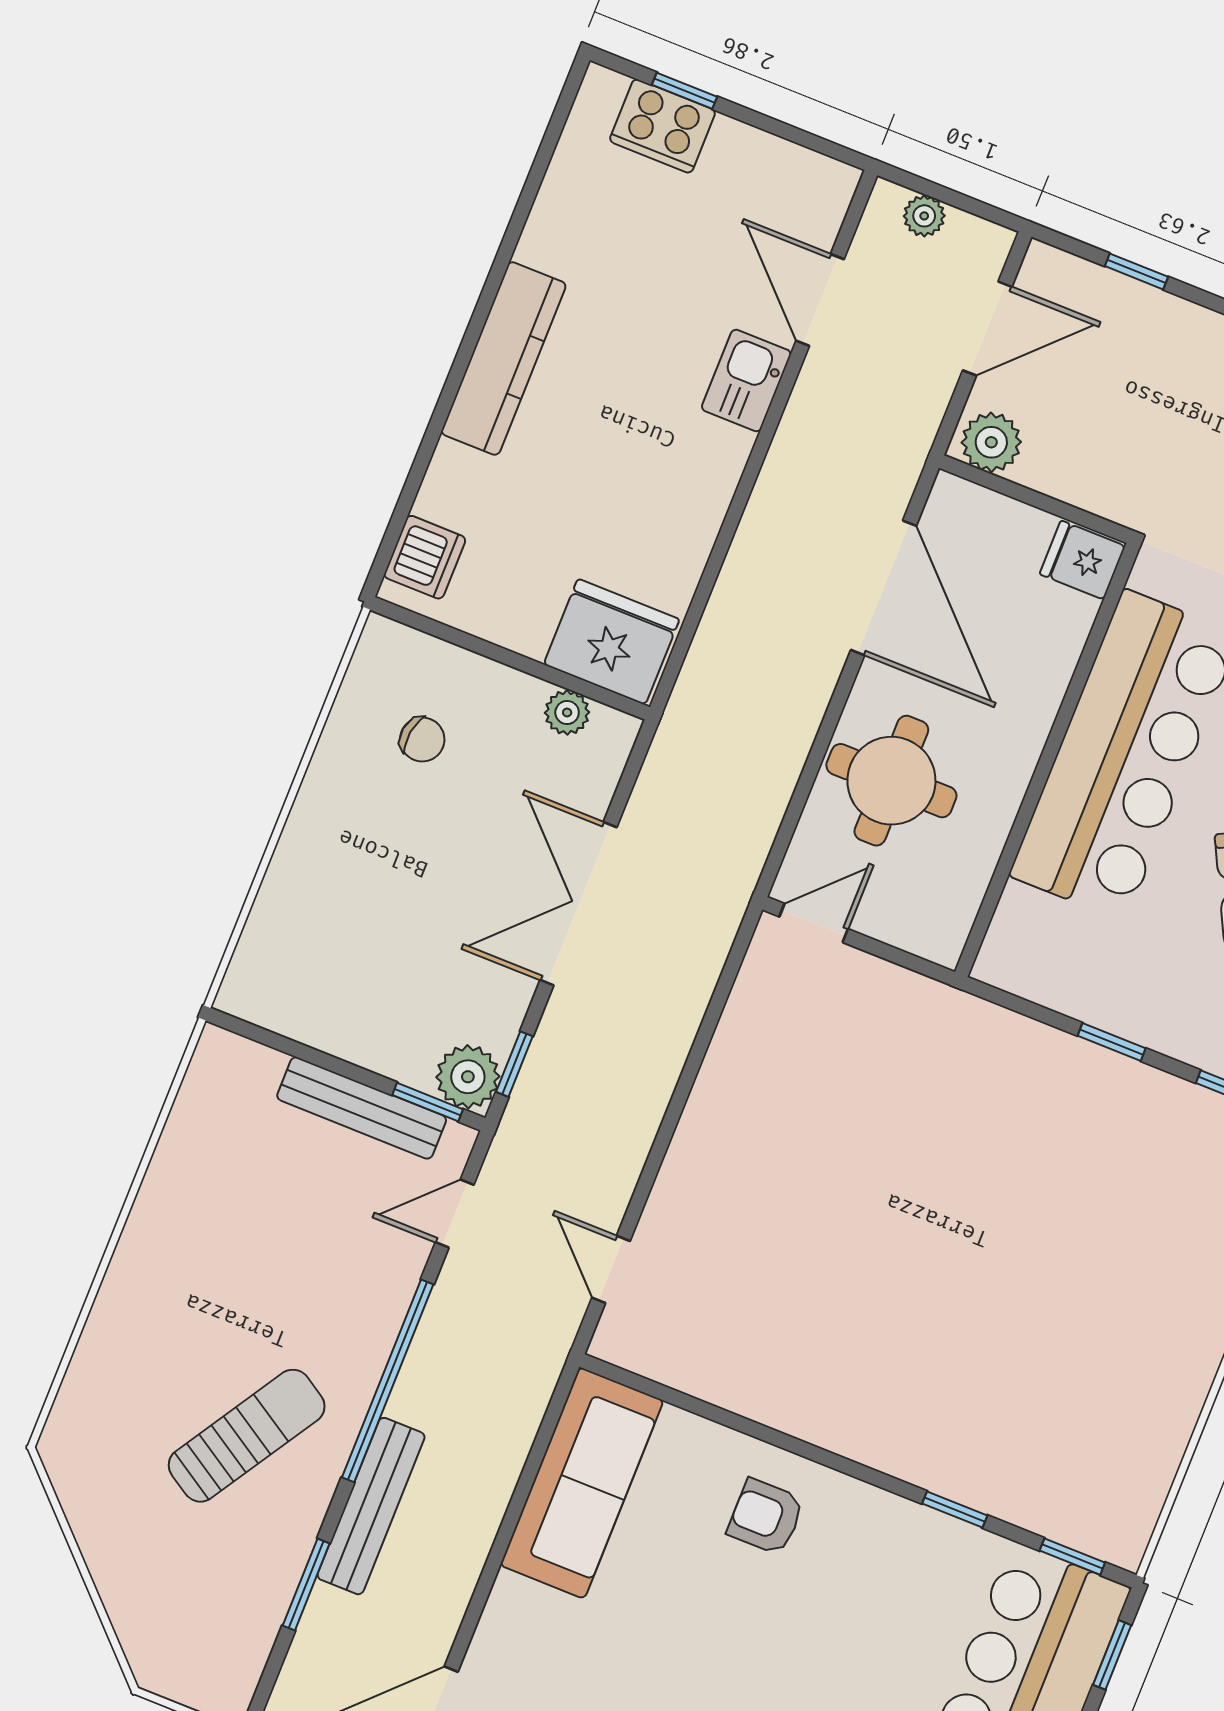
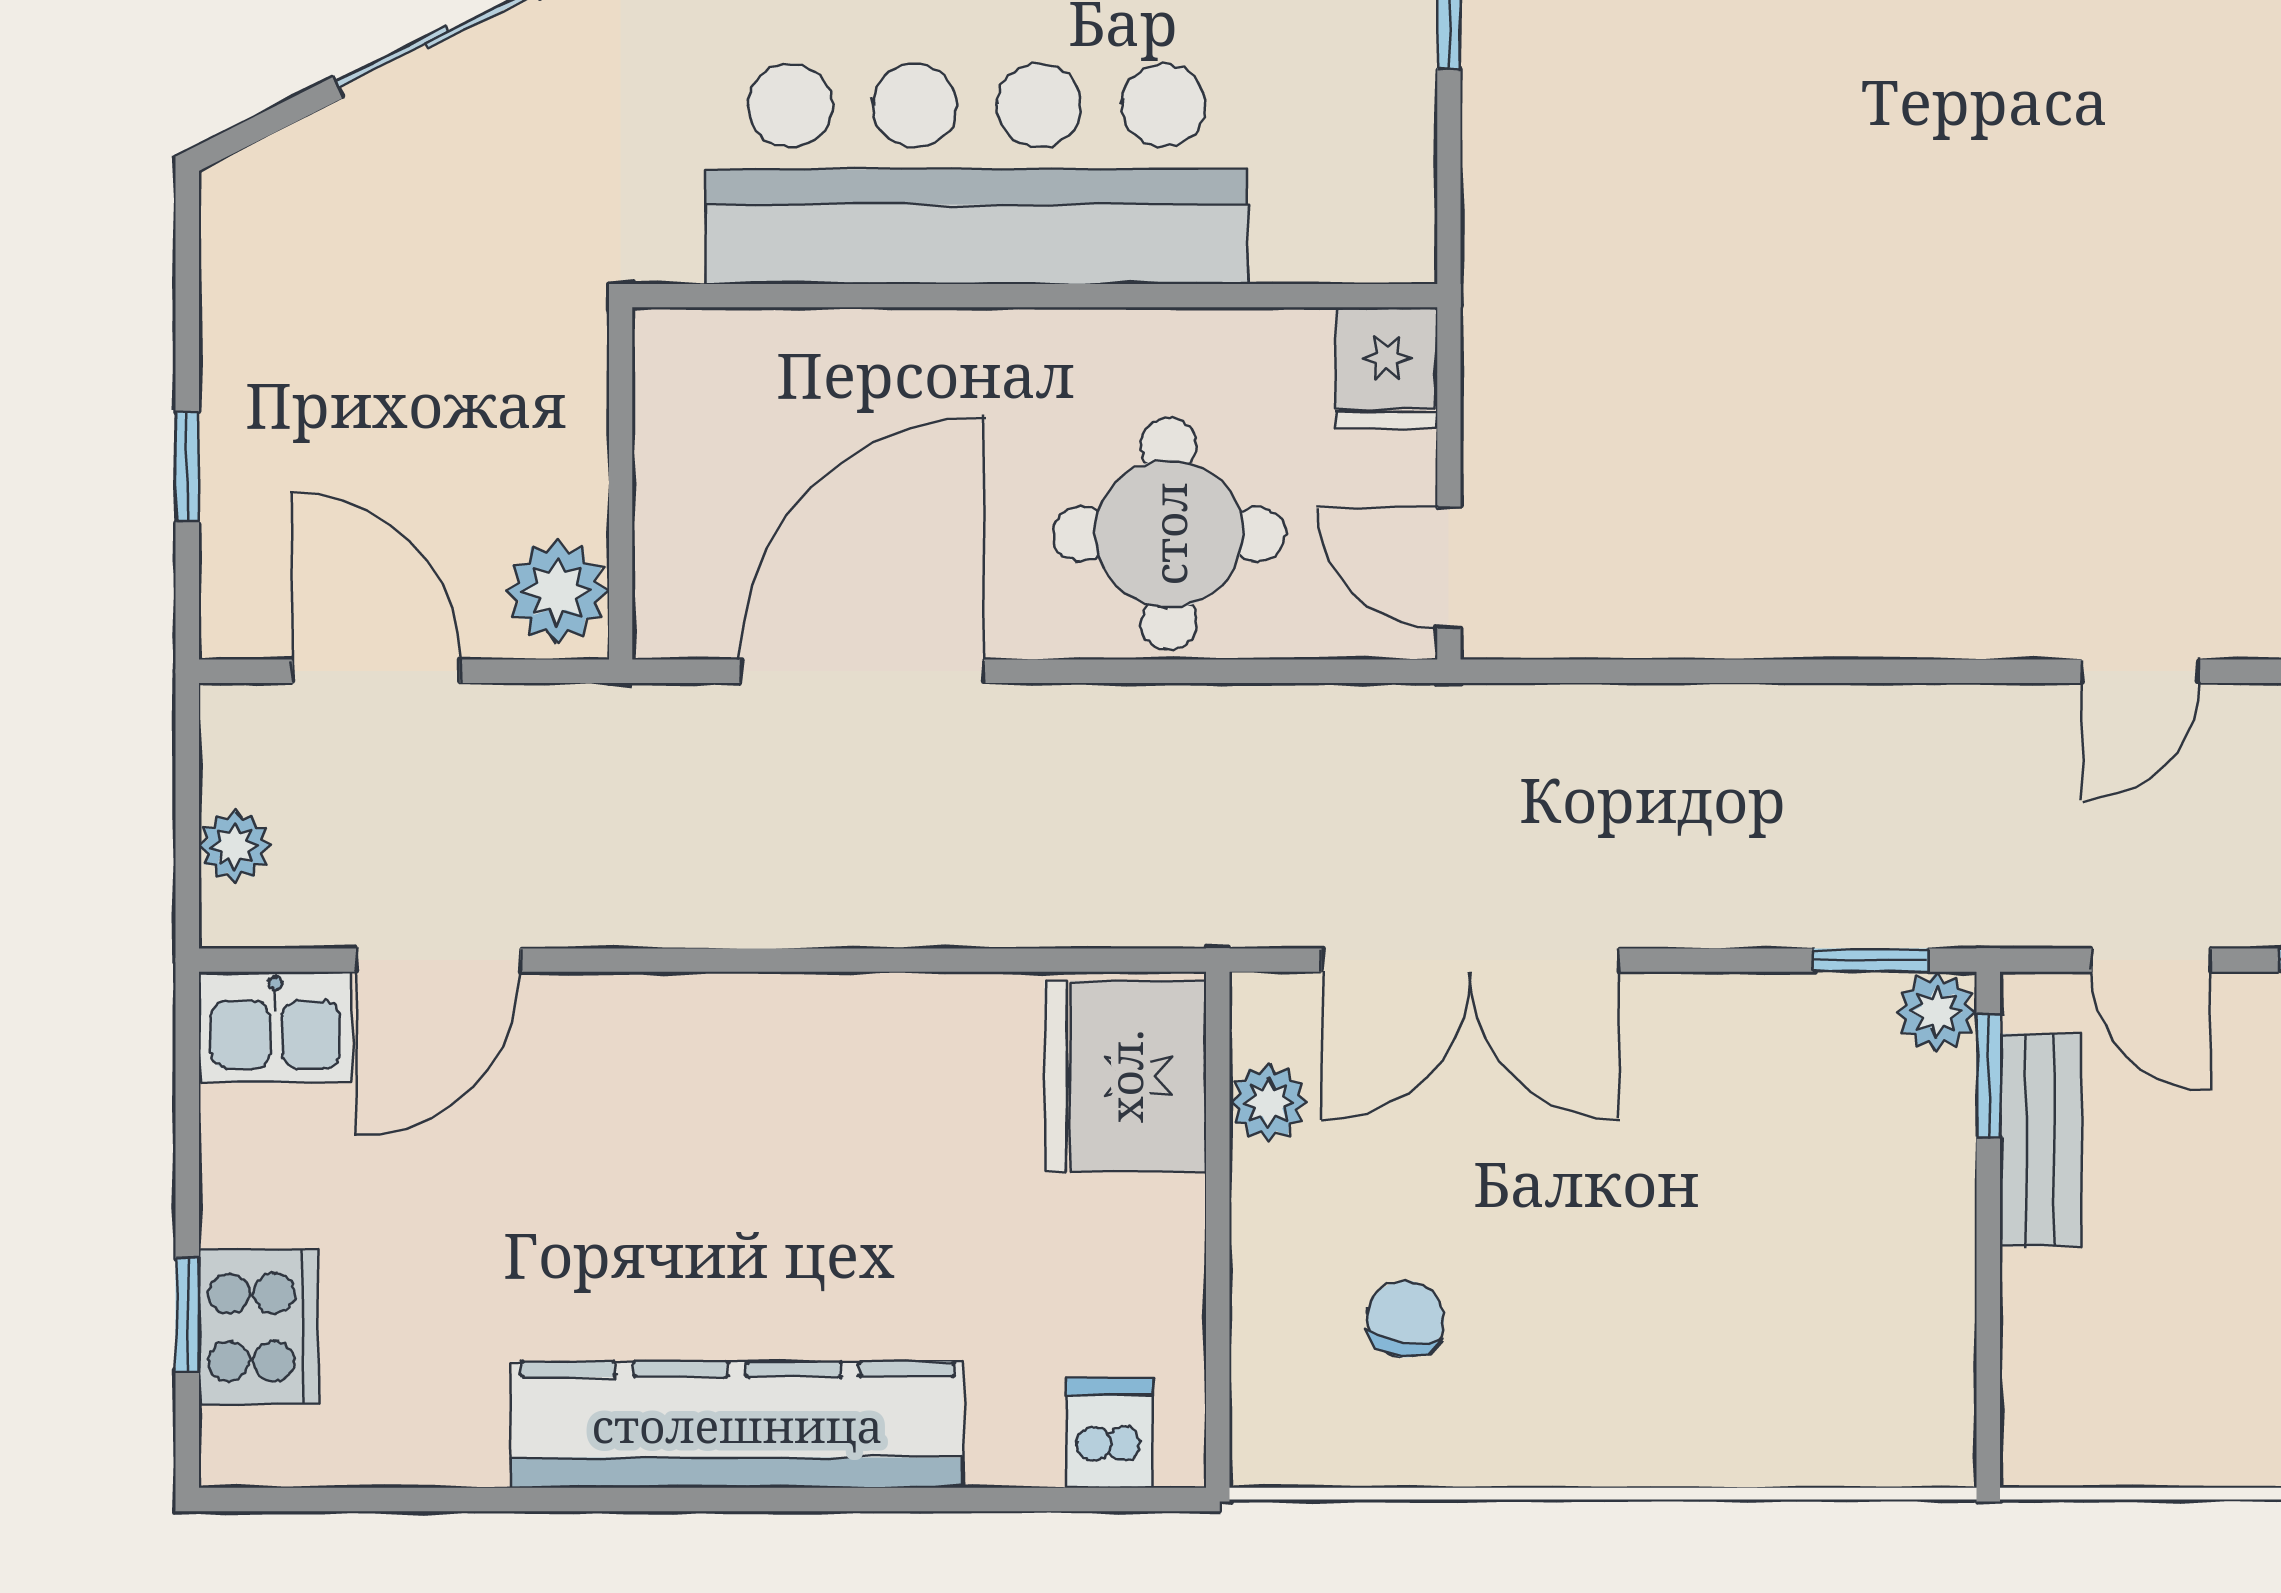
kitchen counter: (504, 359) -> (737, 1425), width x1.39, depth x1.17
kitchen sink: (746, 380) -> (275, 1027), moved
dishwasher: (425, 557) -> (1109, 1433), width x0.73
fridge: (1082, 560) -> (1386, 368), moved
double door: (579, 904) -> (1470, 960), moved
plant: (468, 1077) -> (1936, 1012), width x0.73, depth x0.73
bench: (362, 1108) -> (2040, 1140), width x0.73

